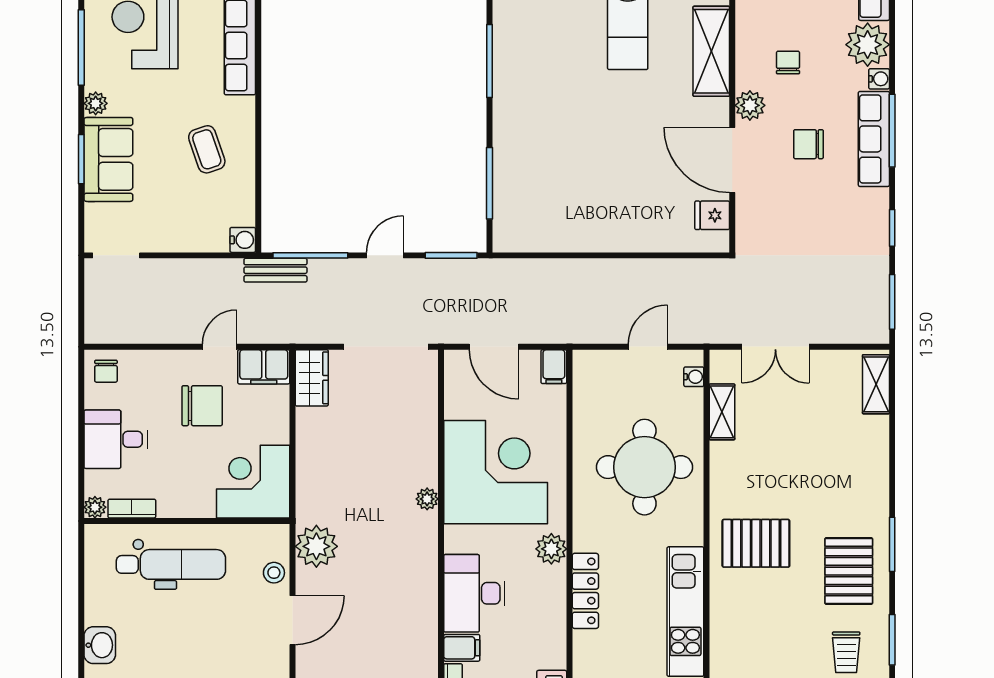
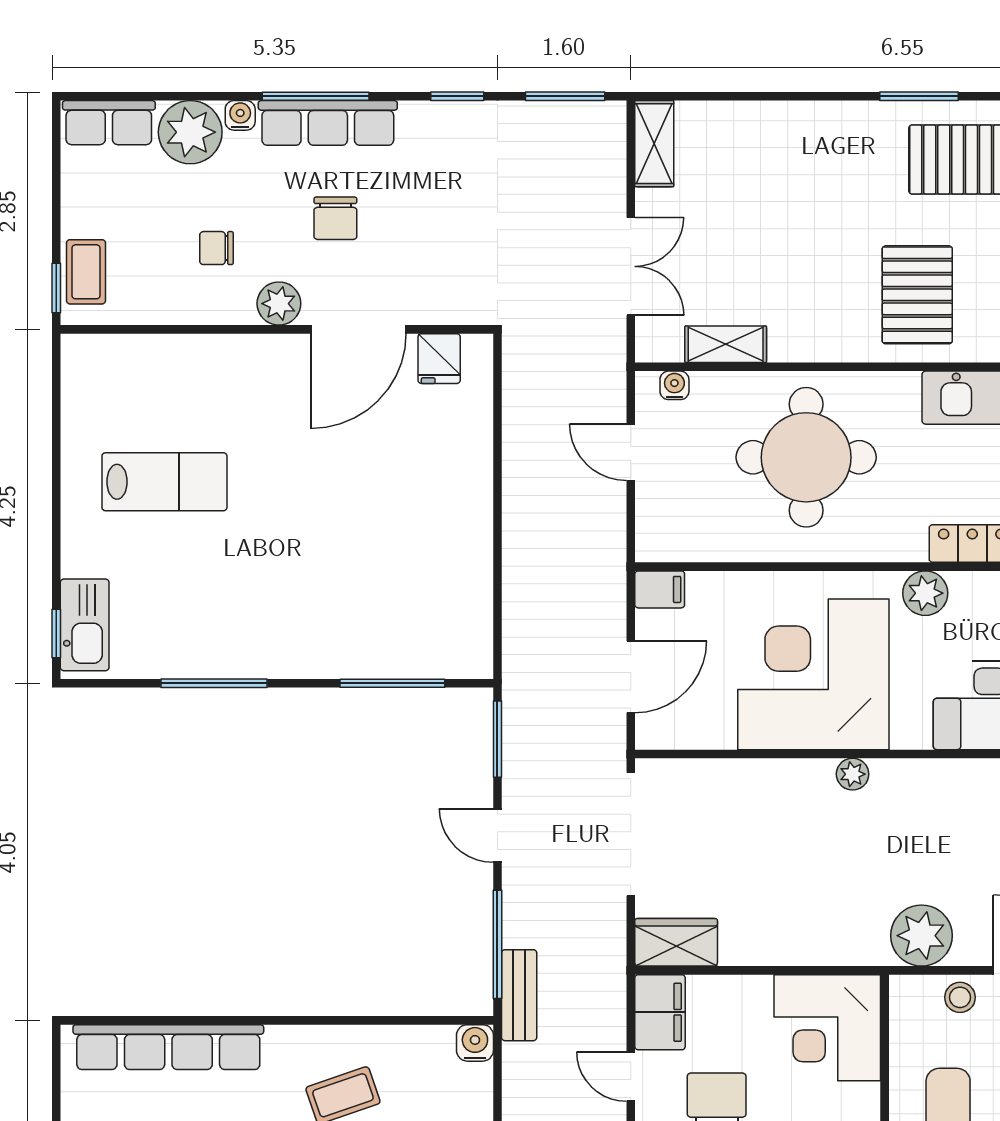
shelving: (711, 51) -> (200, 360), removed
shelving: (876, 384) -> (654, 144), moved, turned 90

